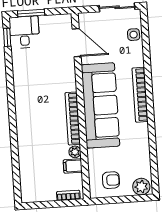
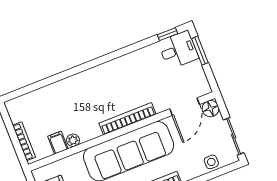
floor lamp: (86, 20) -> (211, 109), added
bookcase: (73, 118) -> (128, 119), moved
bookcase: (68, 195) -> (24, 141), width x1.56

